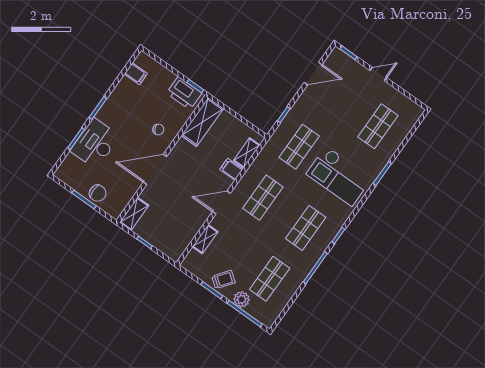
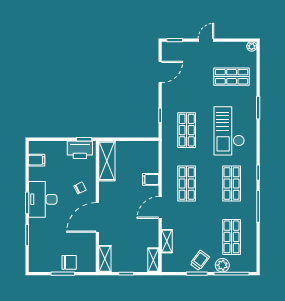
plant: (418, 111) -> (252, 46), added
shop shelf: (378, 126) -> (232, 77), turned 90
desk: (95, 143) -> (43, 199), moved
shelving: (247, 153) -> (153, 260), moved
checkout: (339, 176) -> (229, 131), turned 90

